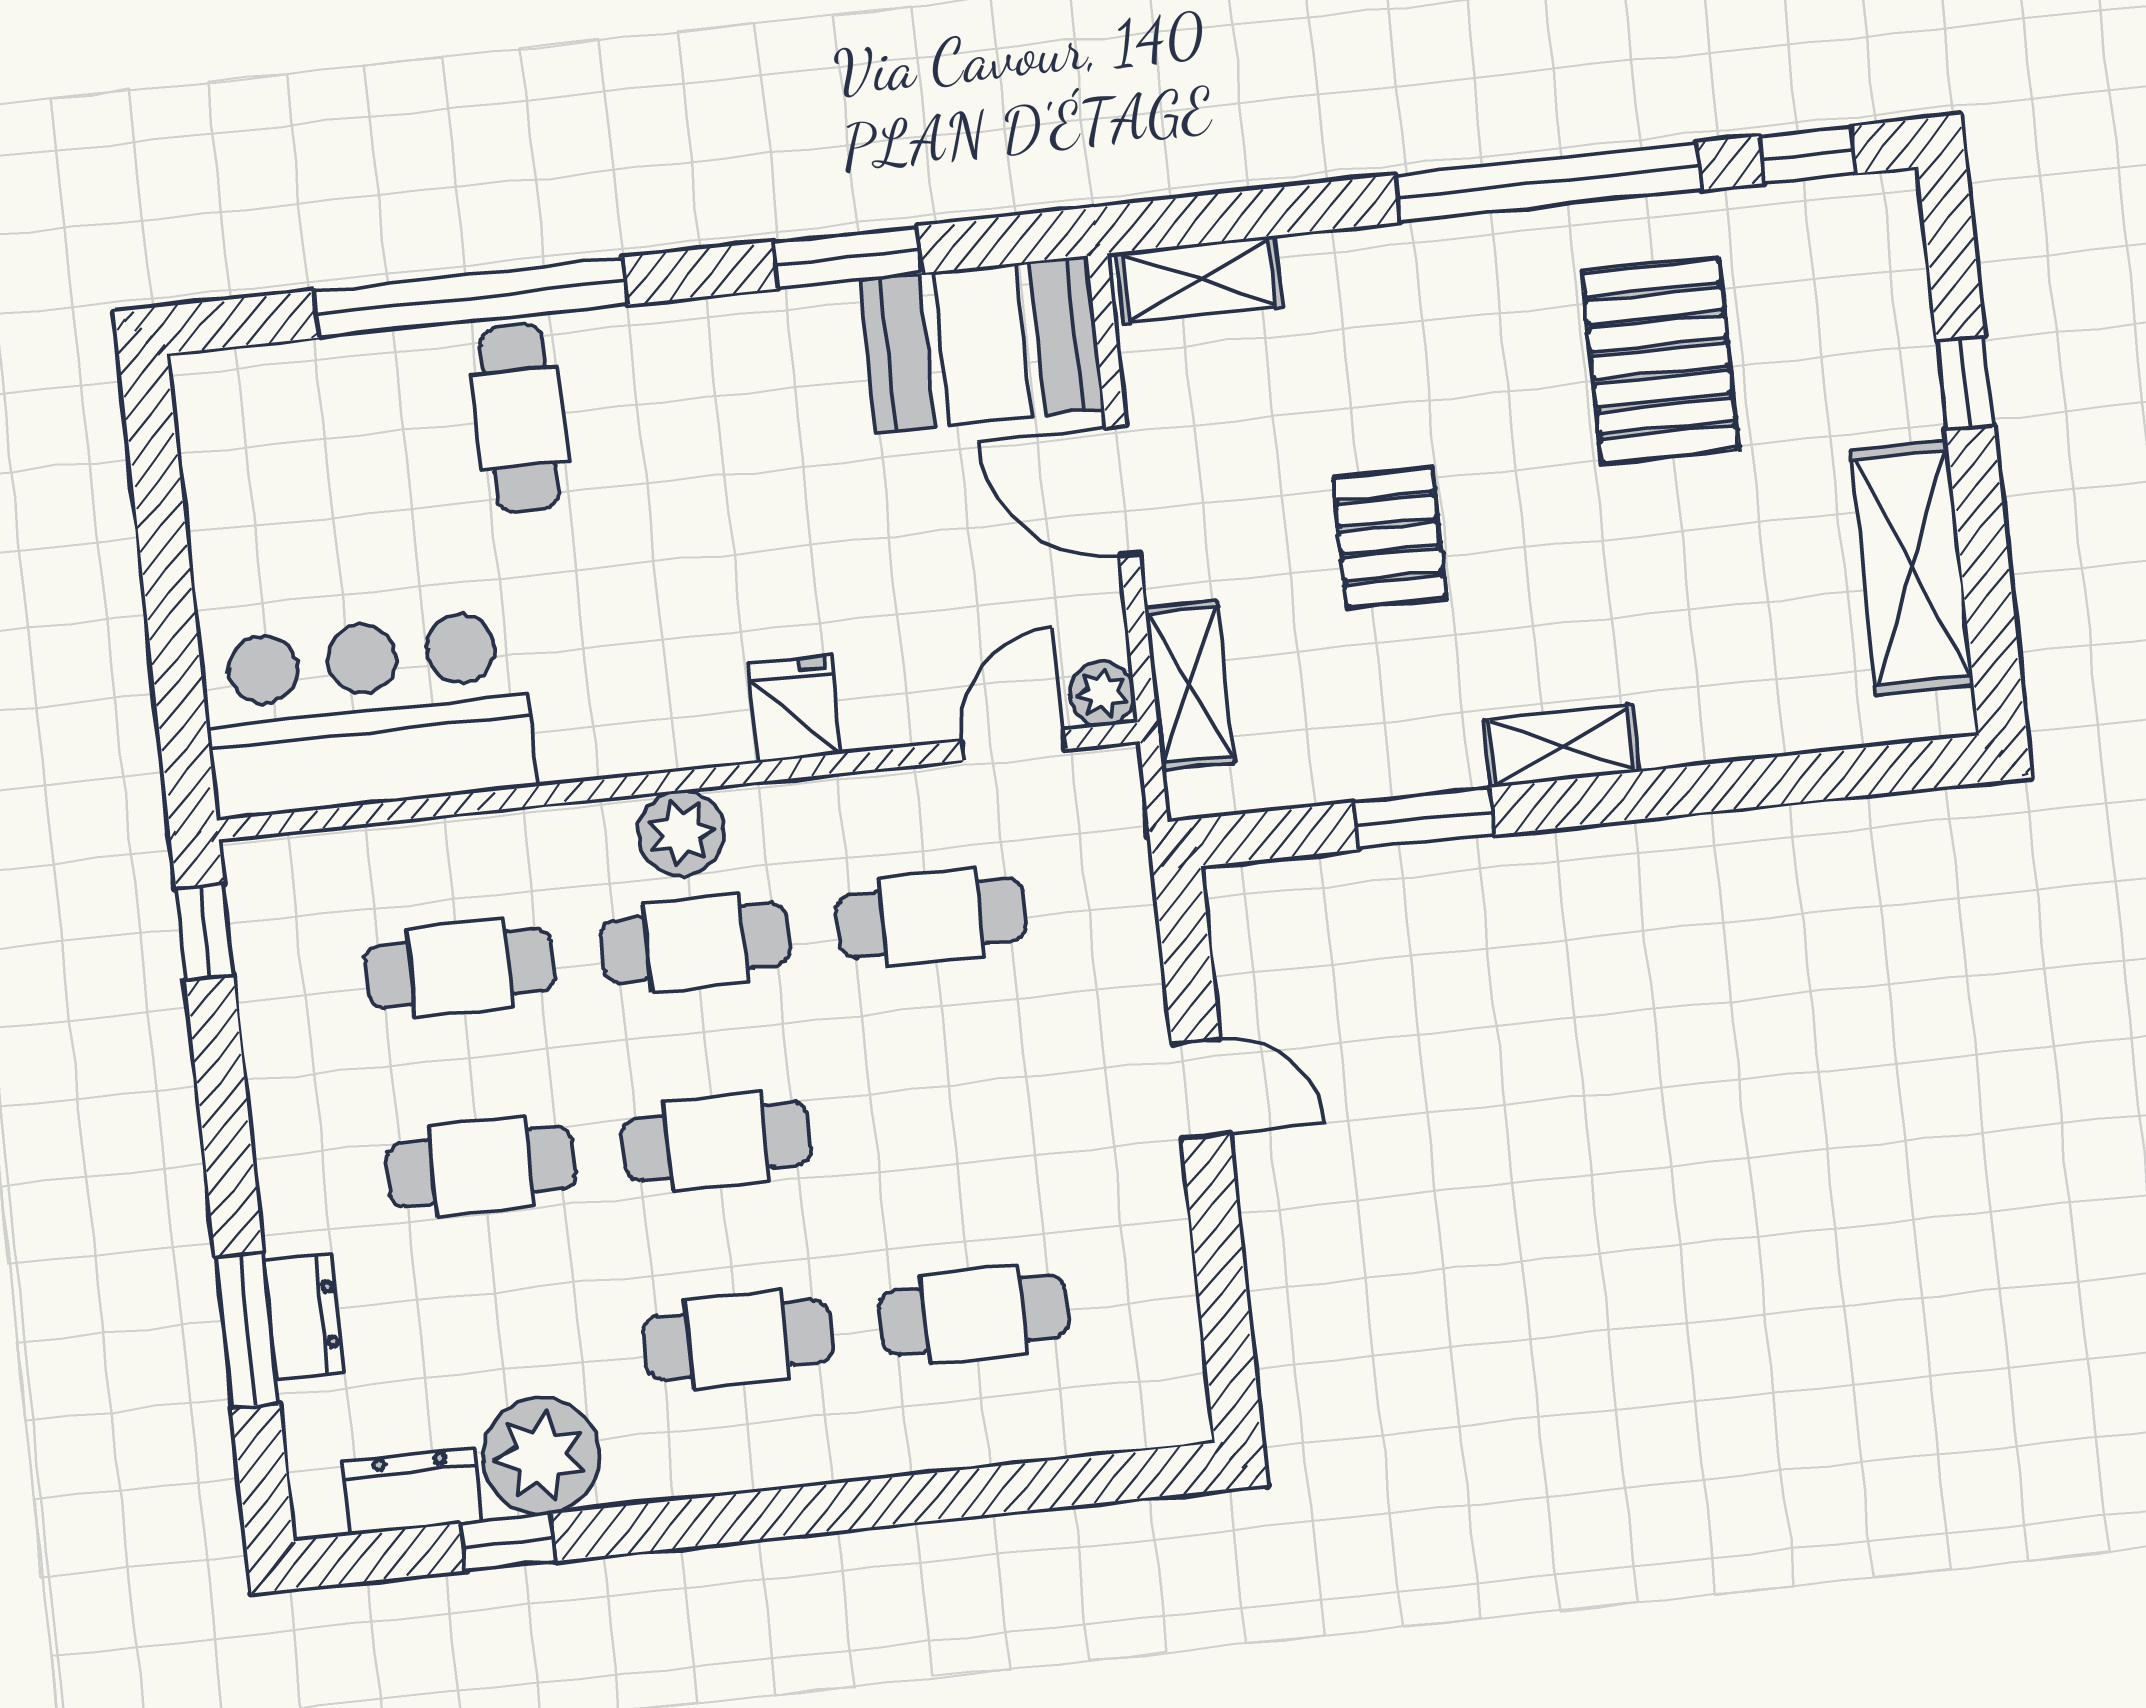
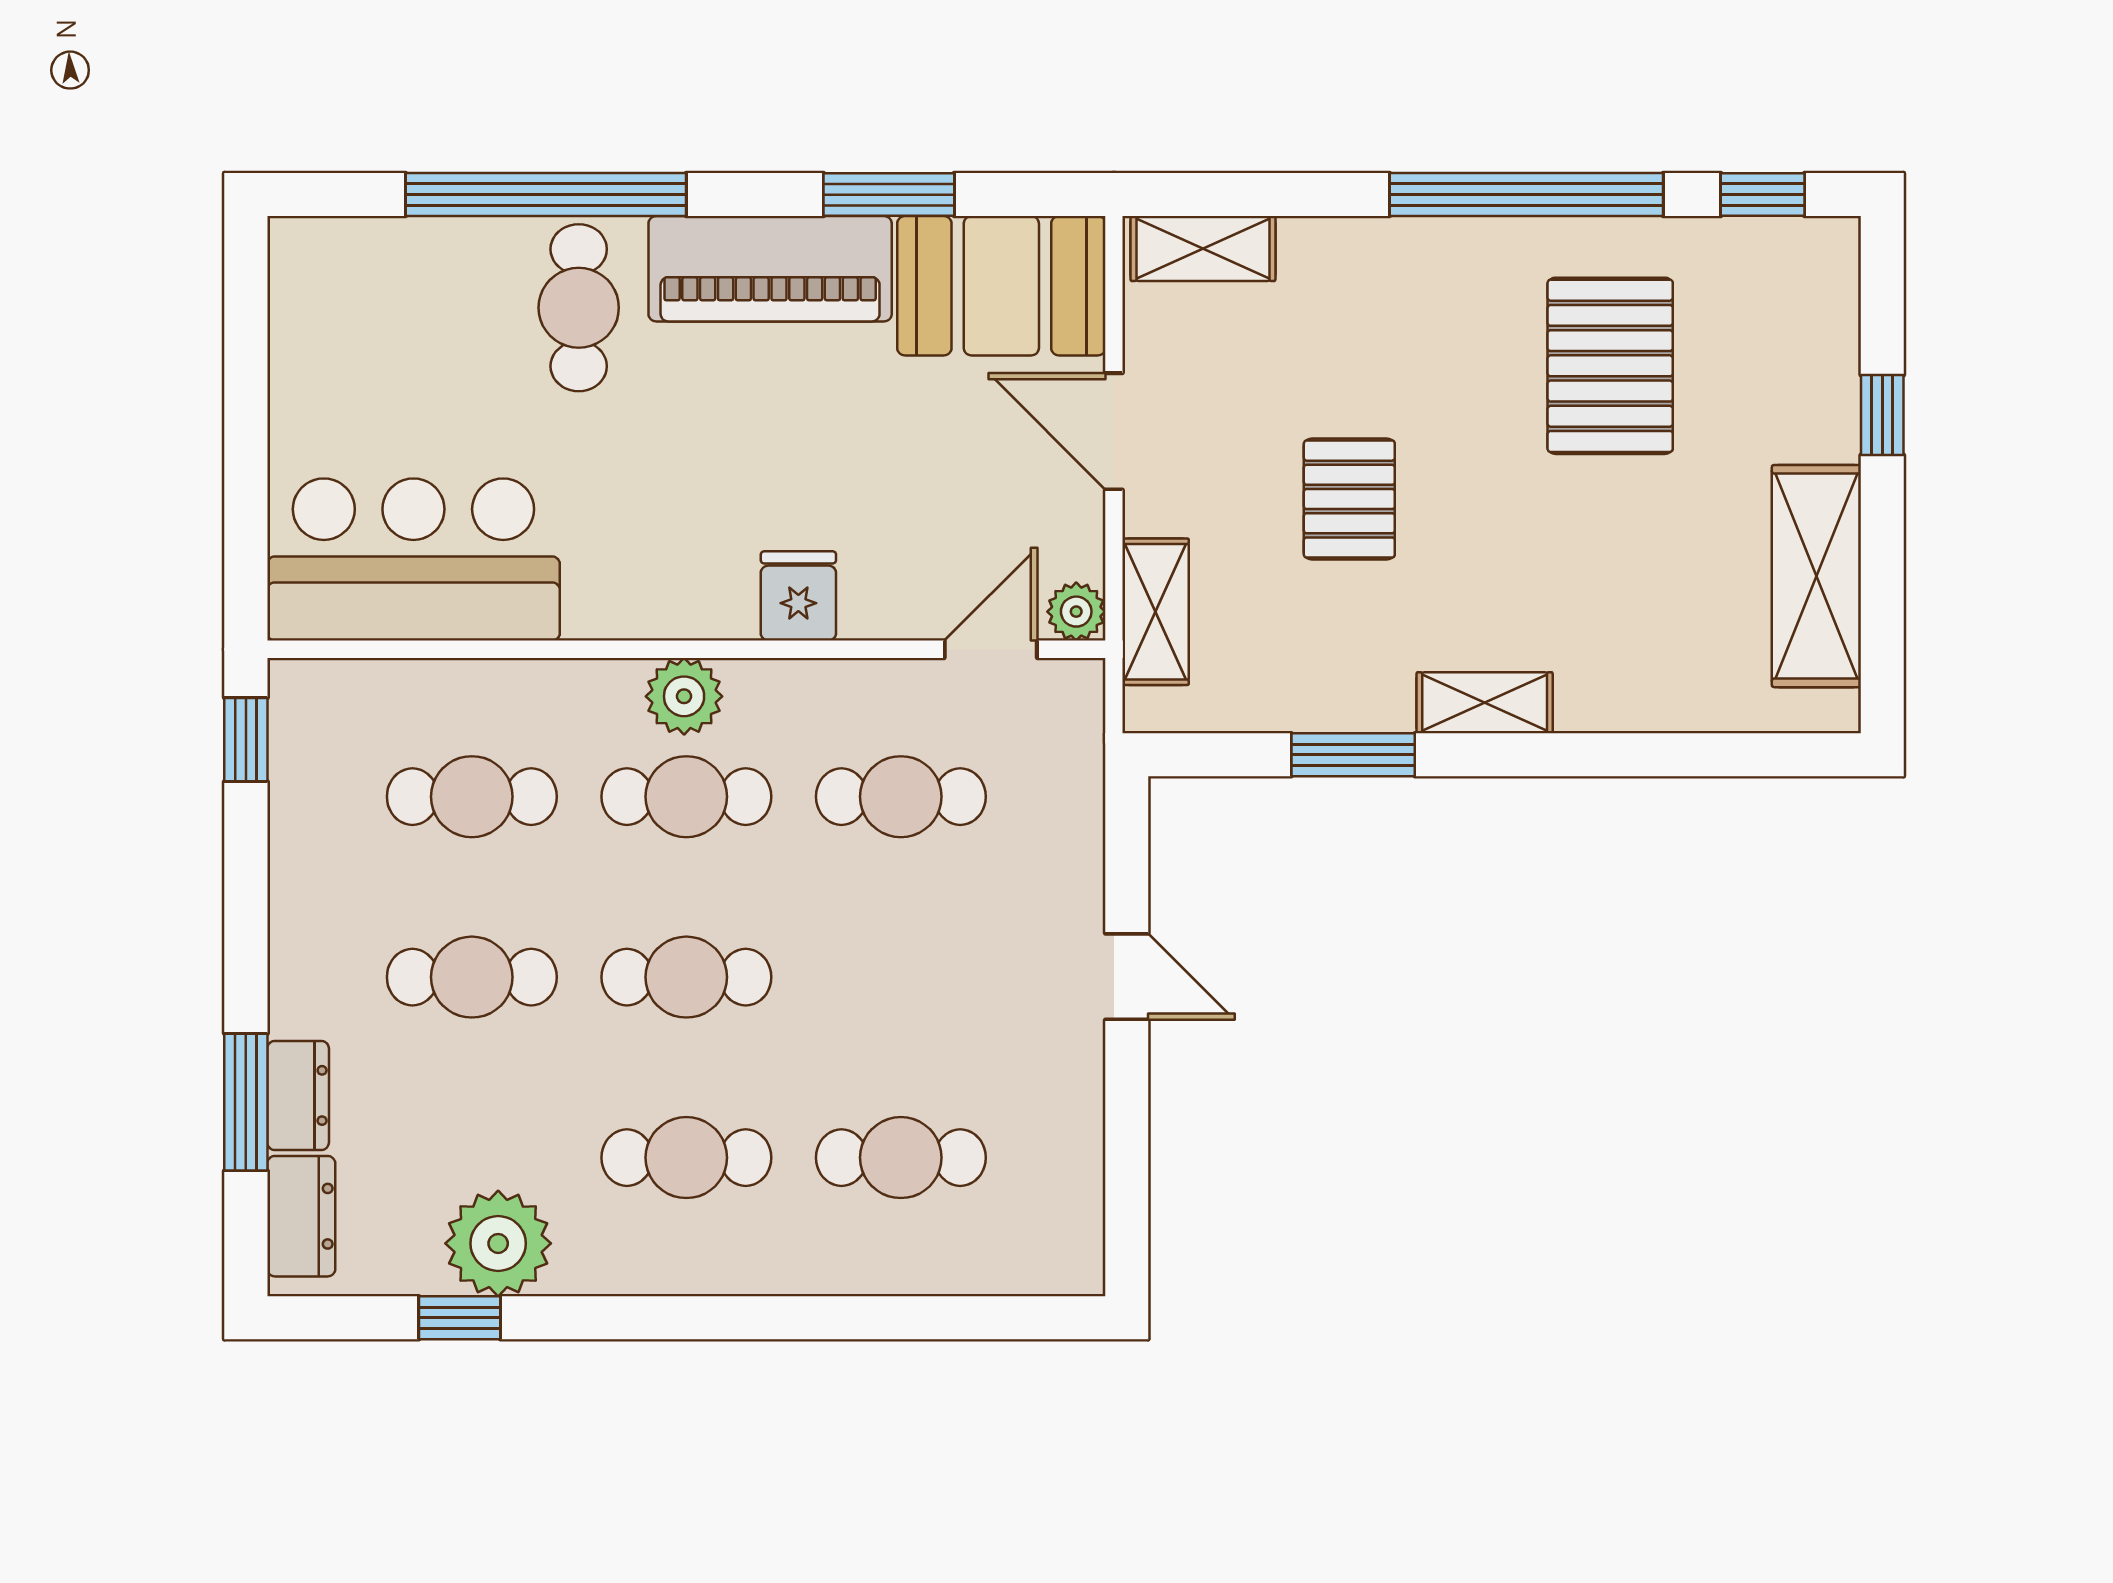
piano: (726, 353) -> (770, 269), added
dresser: (413, 1491) -> (301, 1216), moved, turned 90

